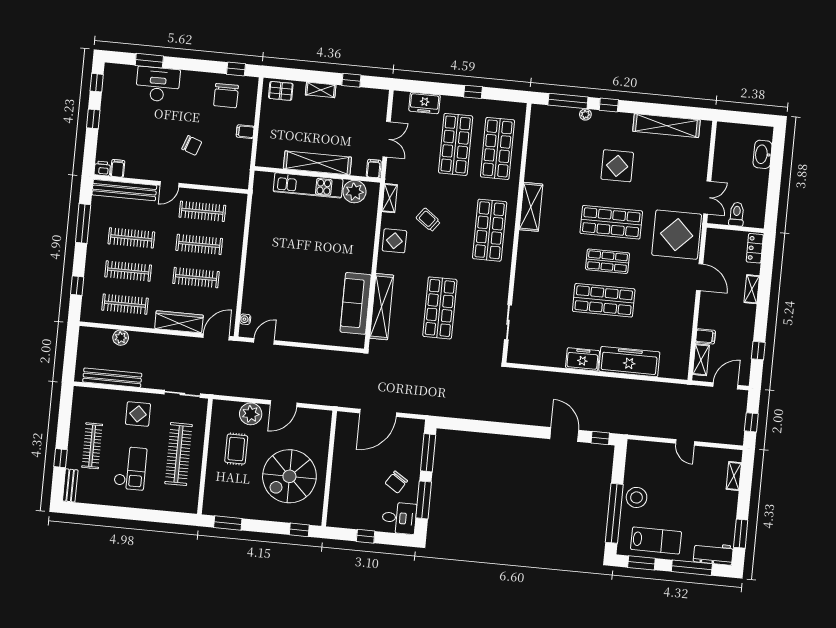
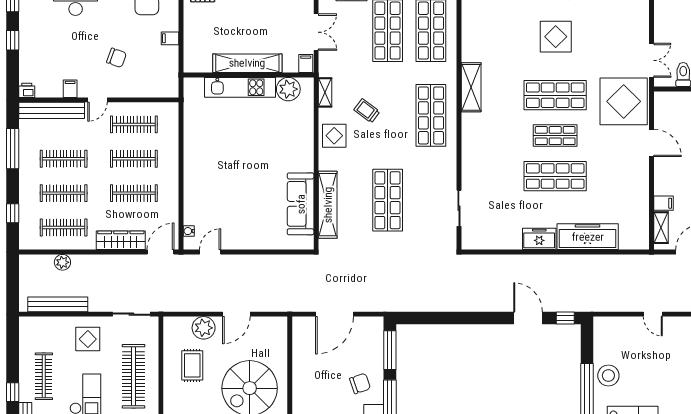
filing cabinet: (118, 168) -> (70, 89), moved
chair: (396, 482) -> (360, 383), turned -142

